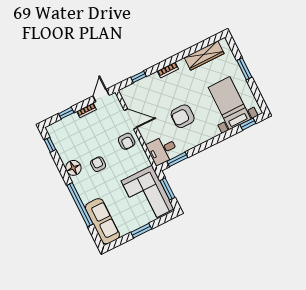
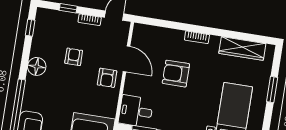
window: (138, 77) -> (164, 23), removed
armchair: (183, 116) -> (176, 74), moved
armchair: (98, 164) -> (74, 57), moved

